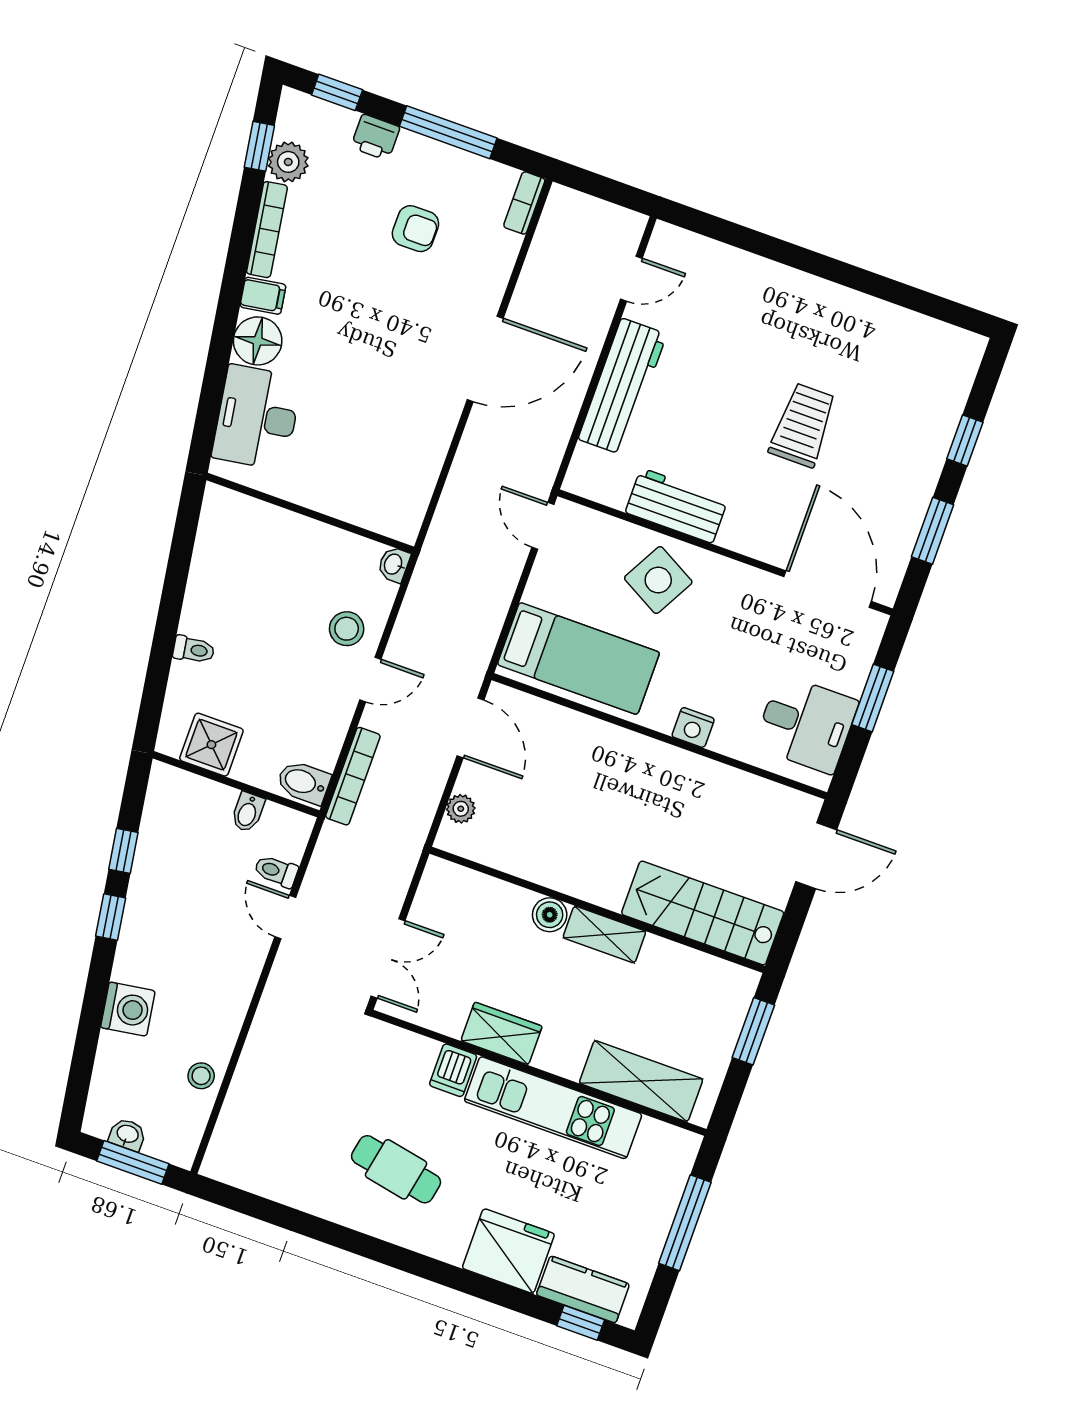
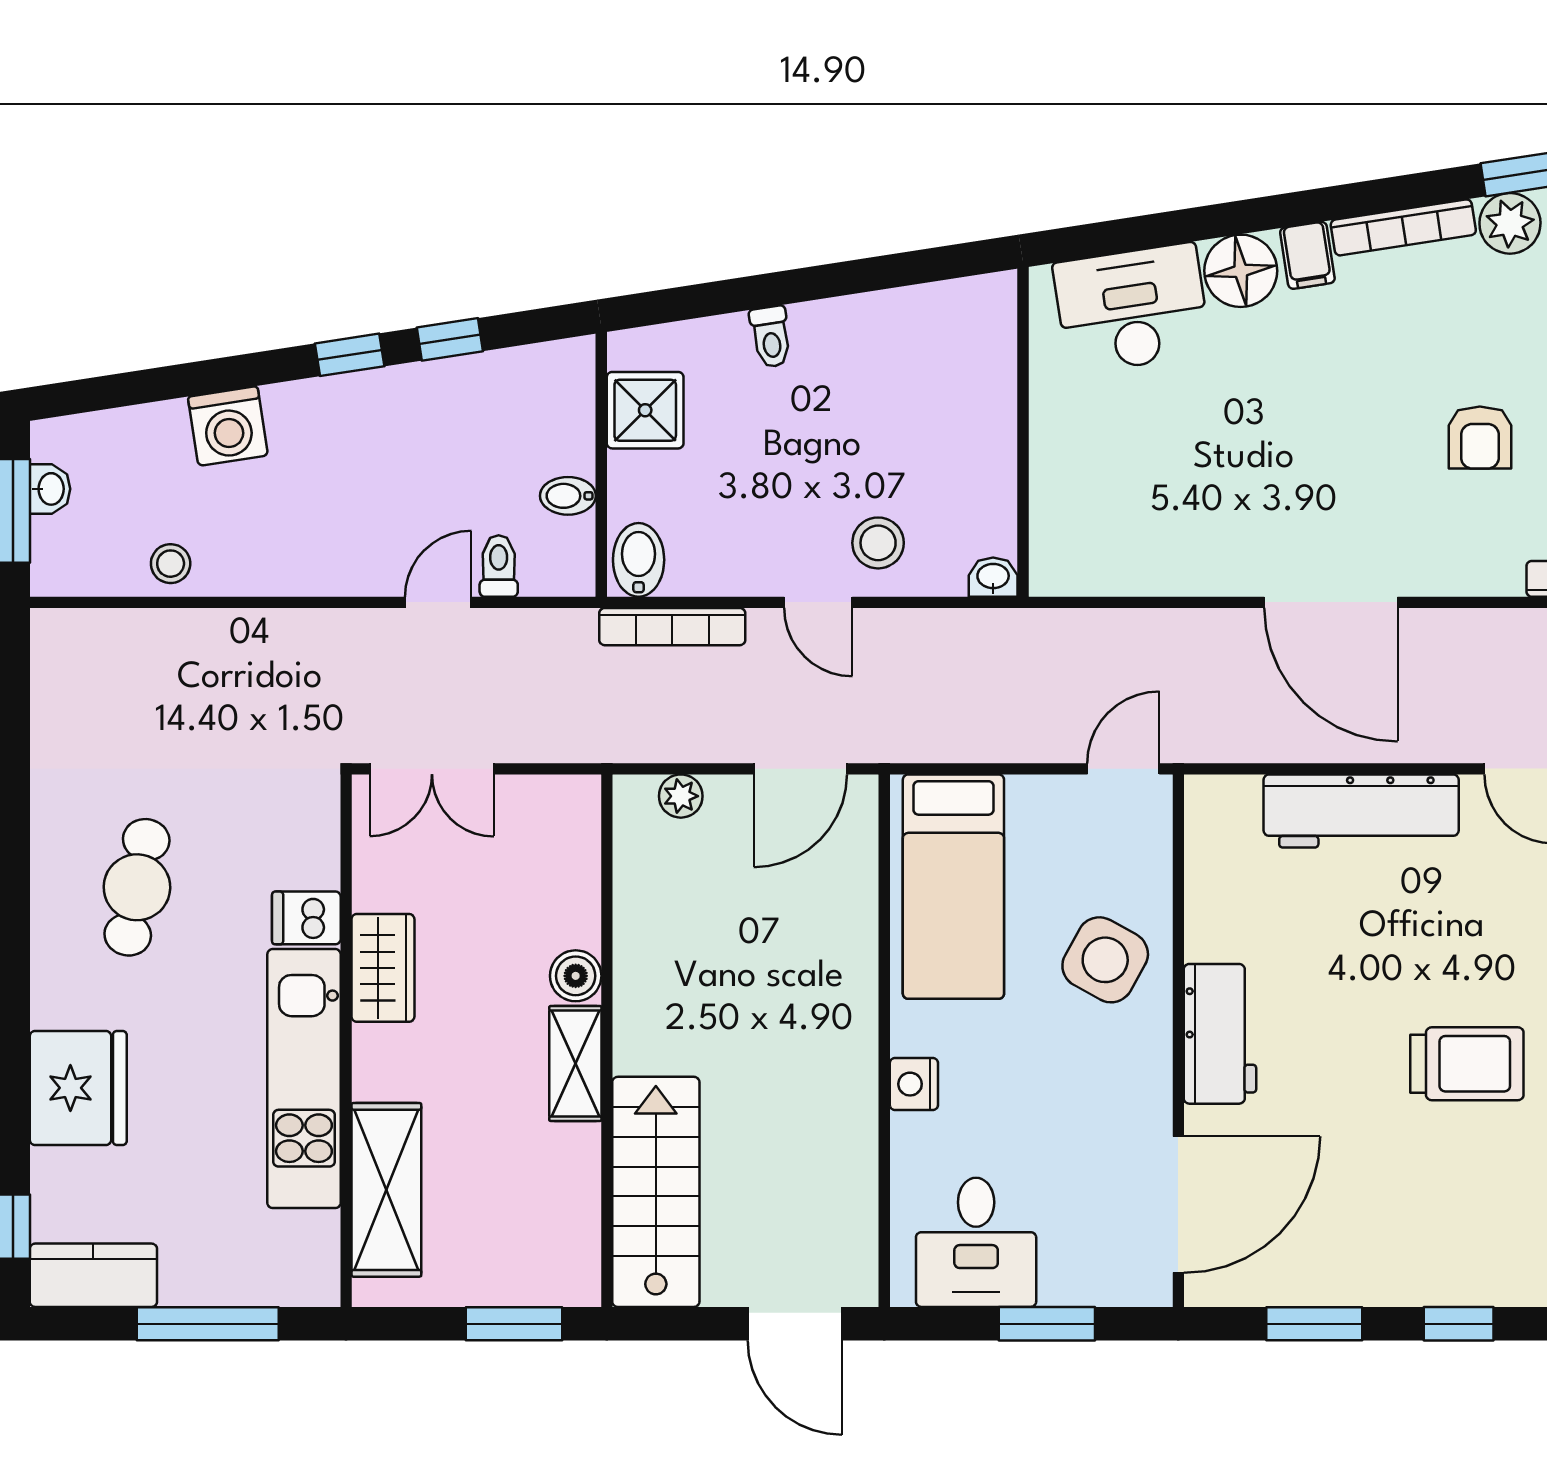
trolley: (803, 425) -> (1467, 1064), moved
workbench: (677, 506) -> (1220, 1034), moved
kitchen counter: (583, 1289) -> (93, 1275), moved, turned -90

